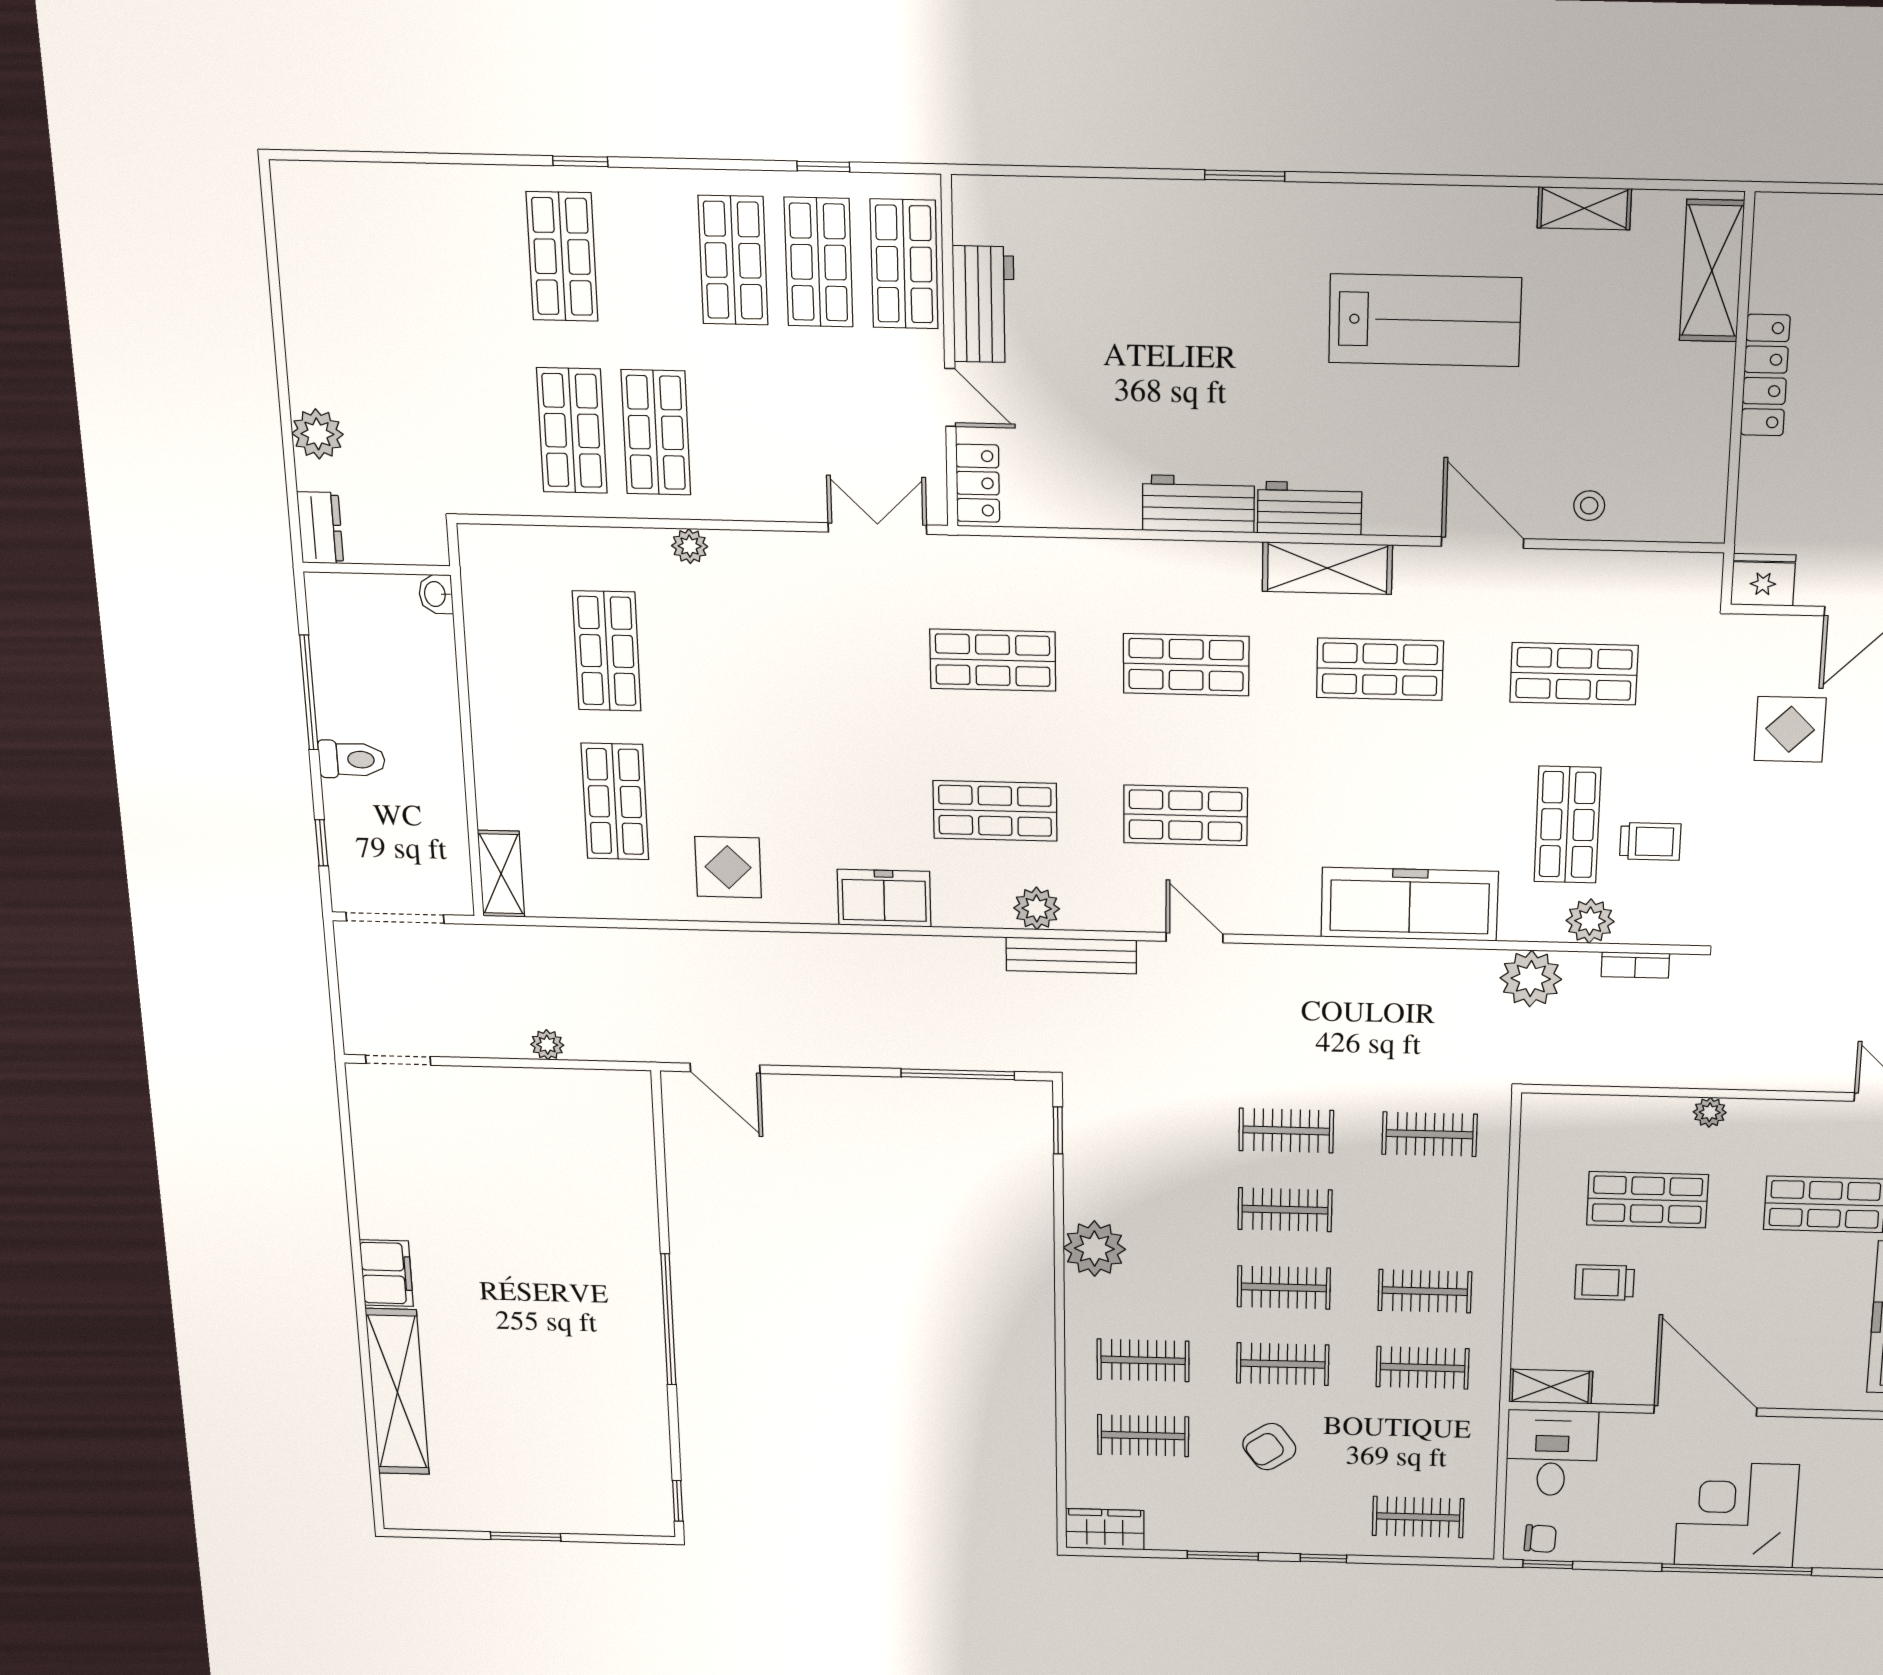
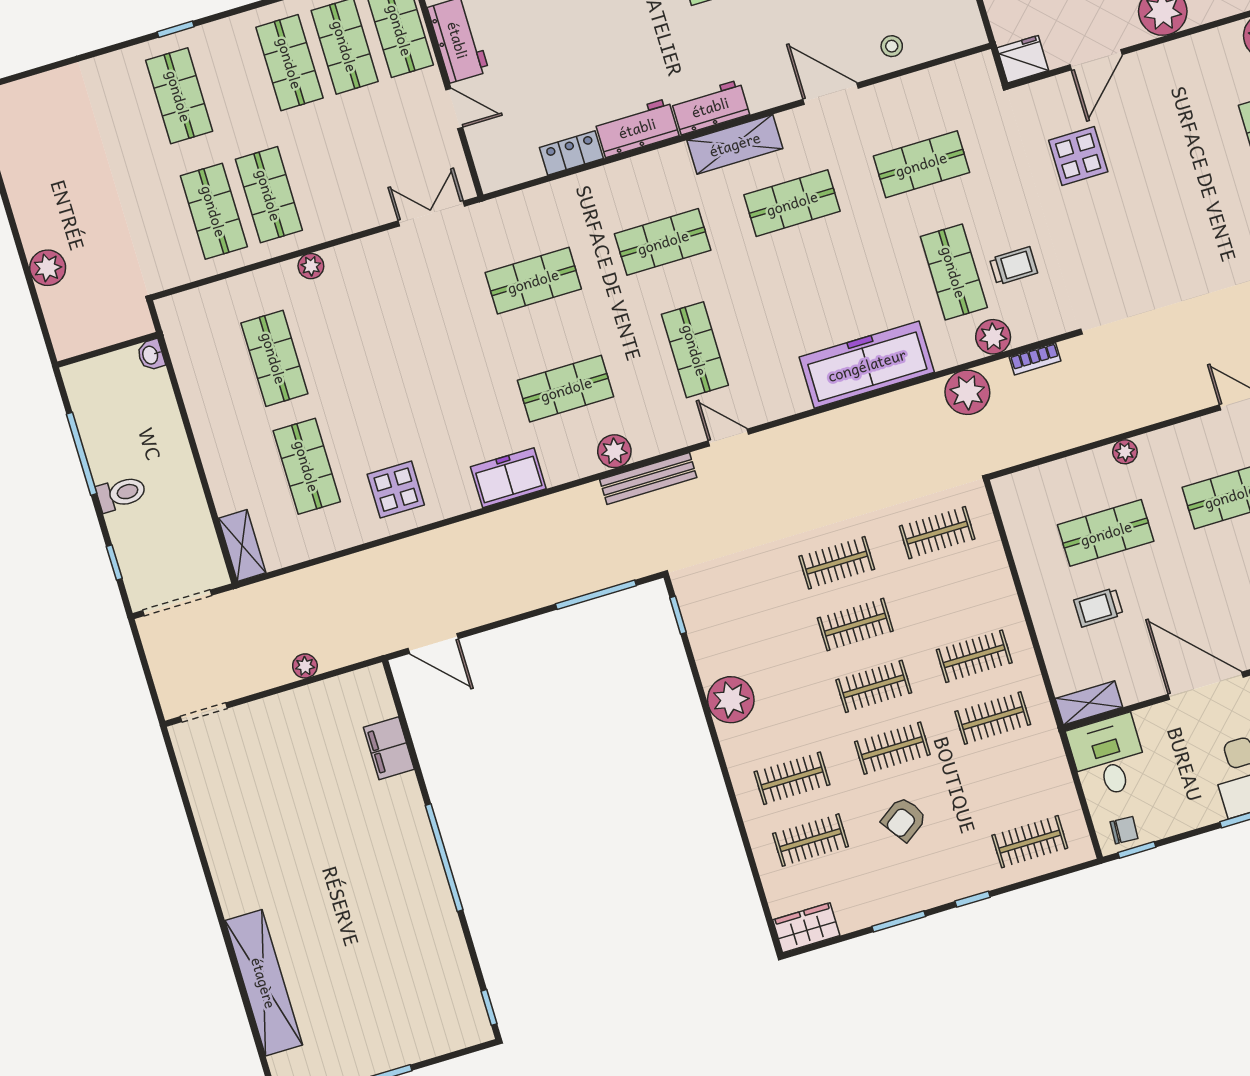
locker: (978, 483) -> (571, 153), moved, turned -90
dresser: (320, 528) -> (64, 333), removed
shop shelf: (1186, 815) -> (695, 350), turned 90
filing cabinet: (386, 1273) -> (389, 748), moved, turned 180

